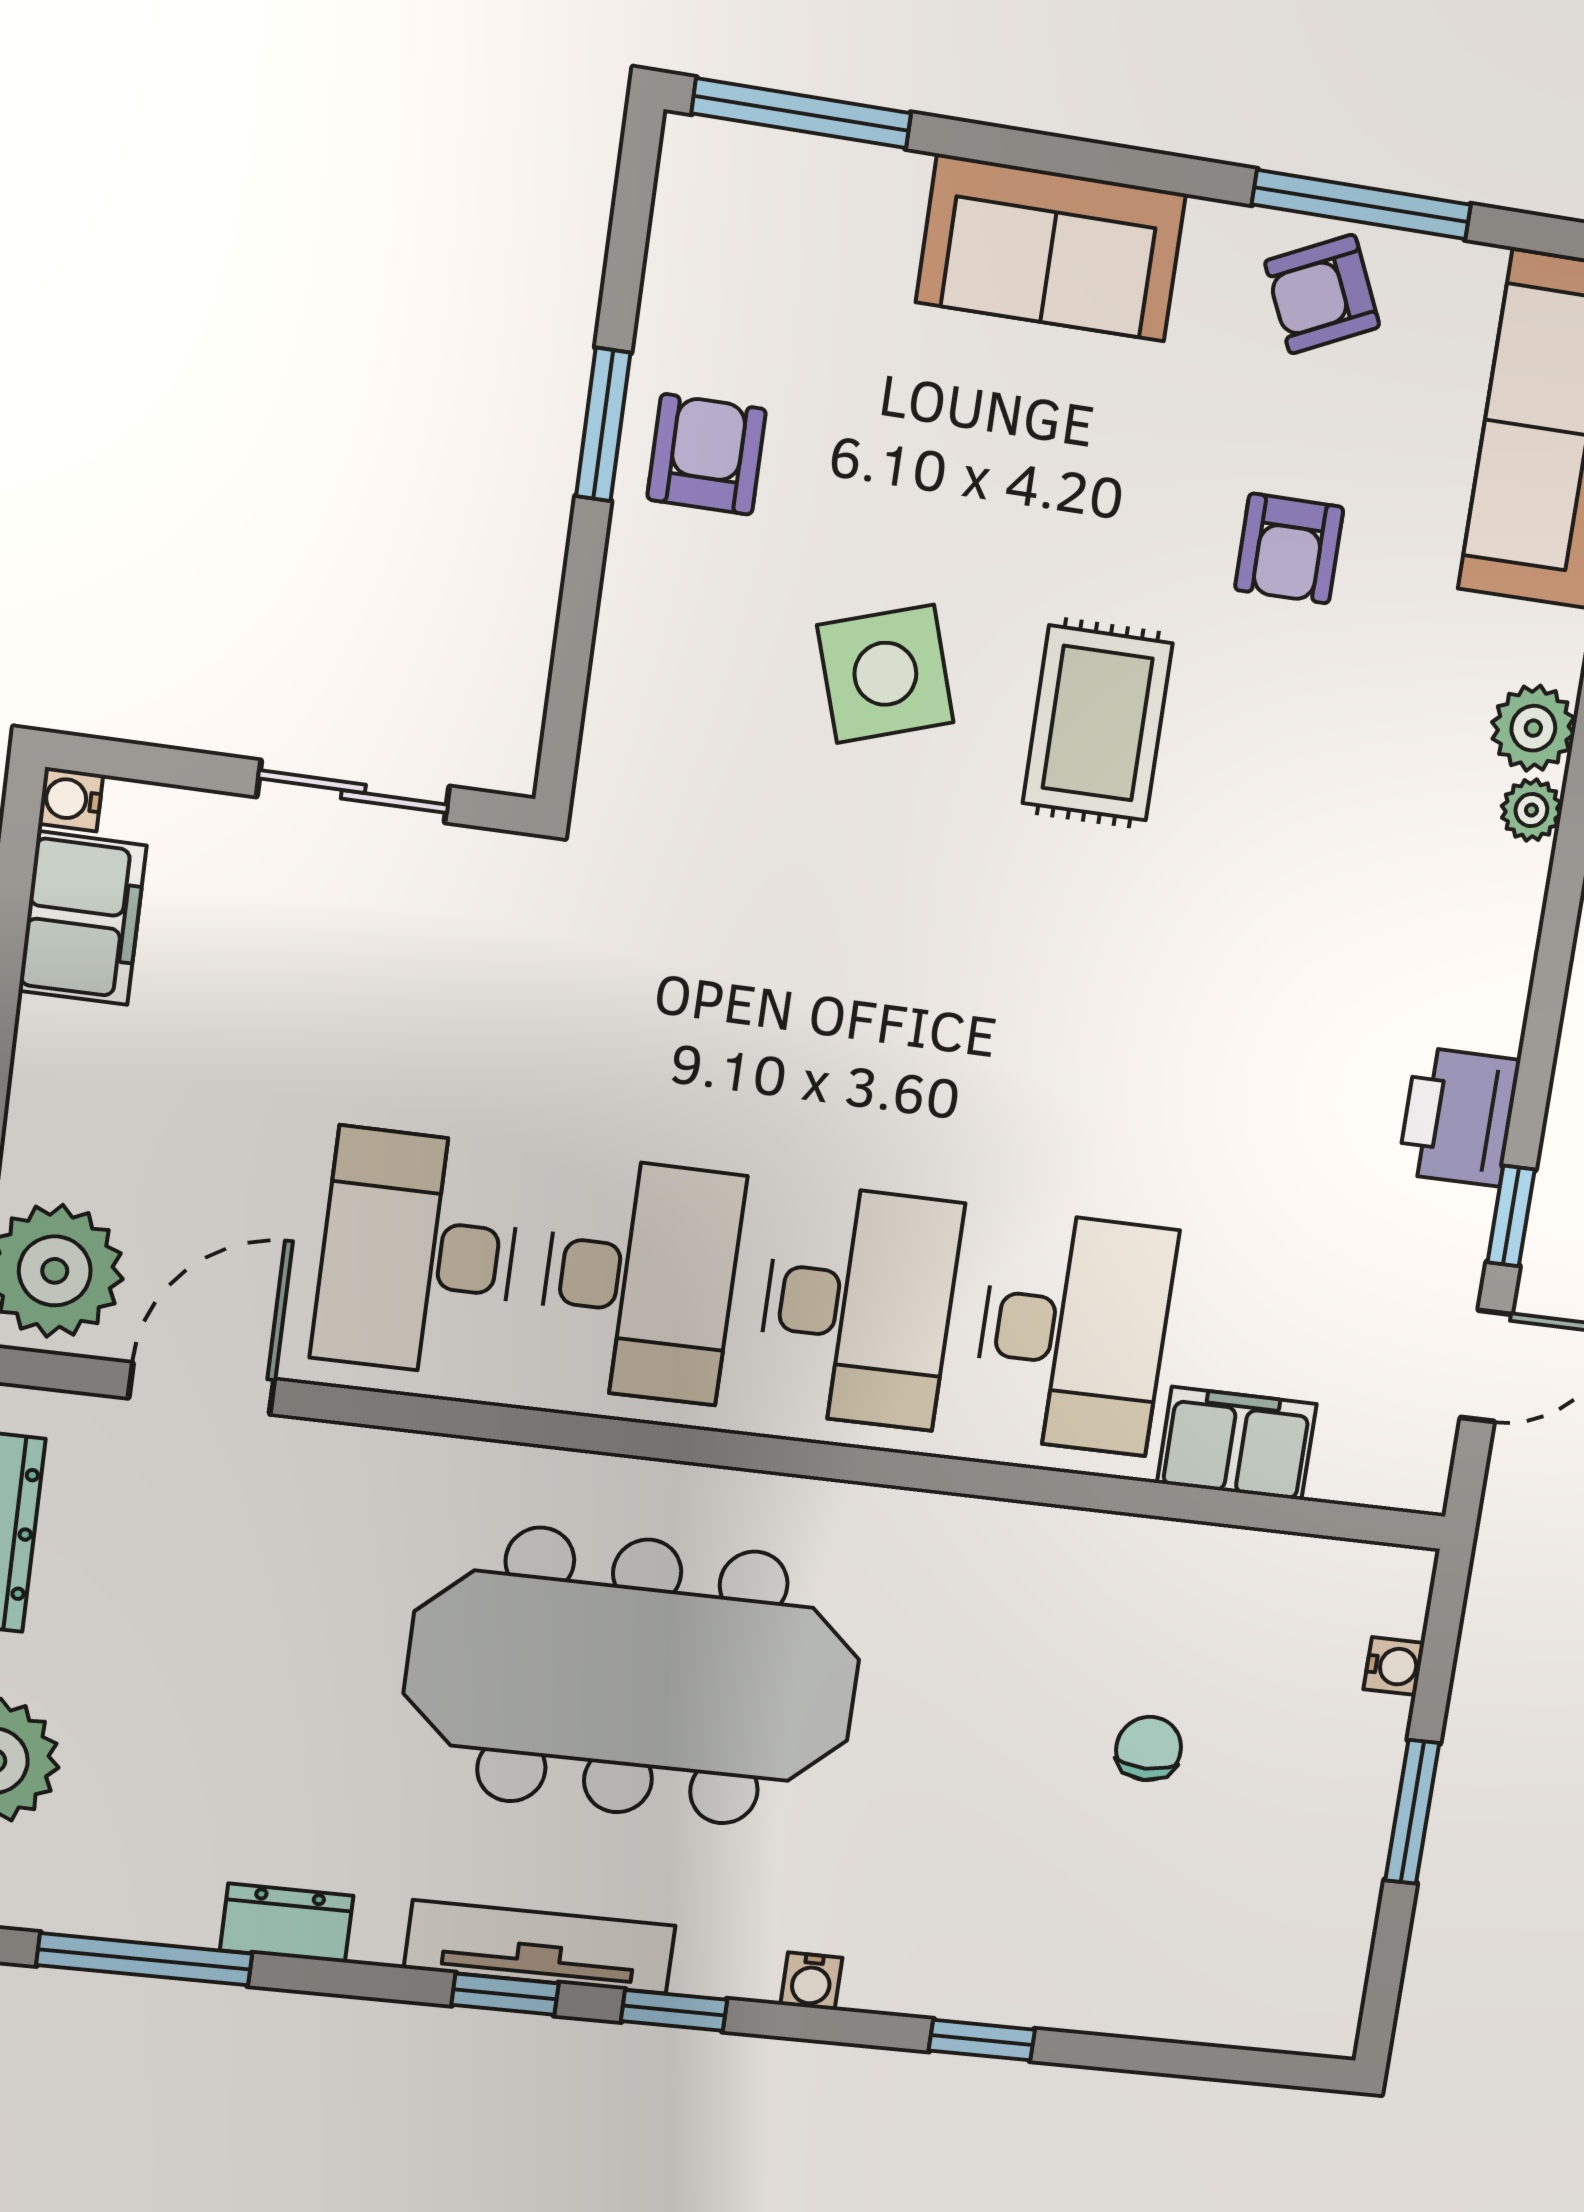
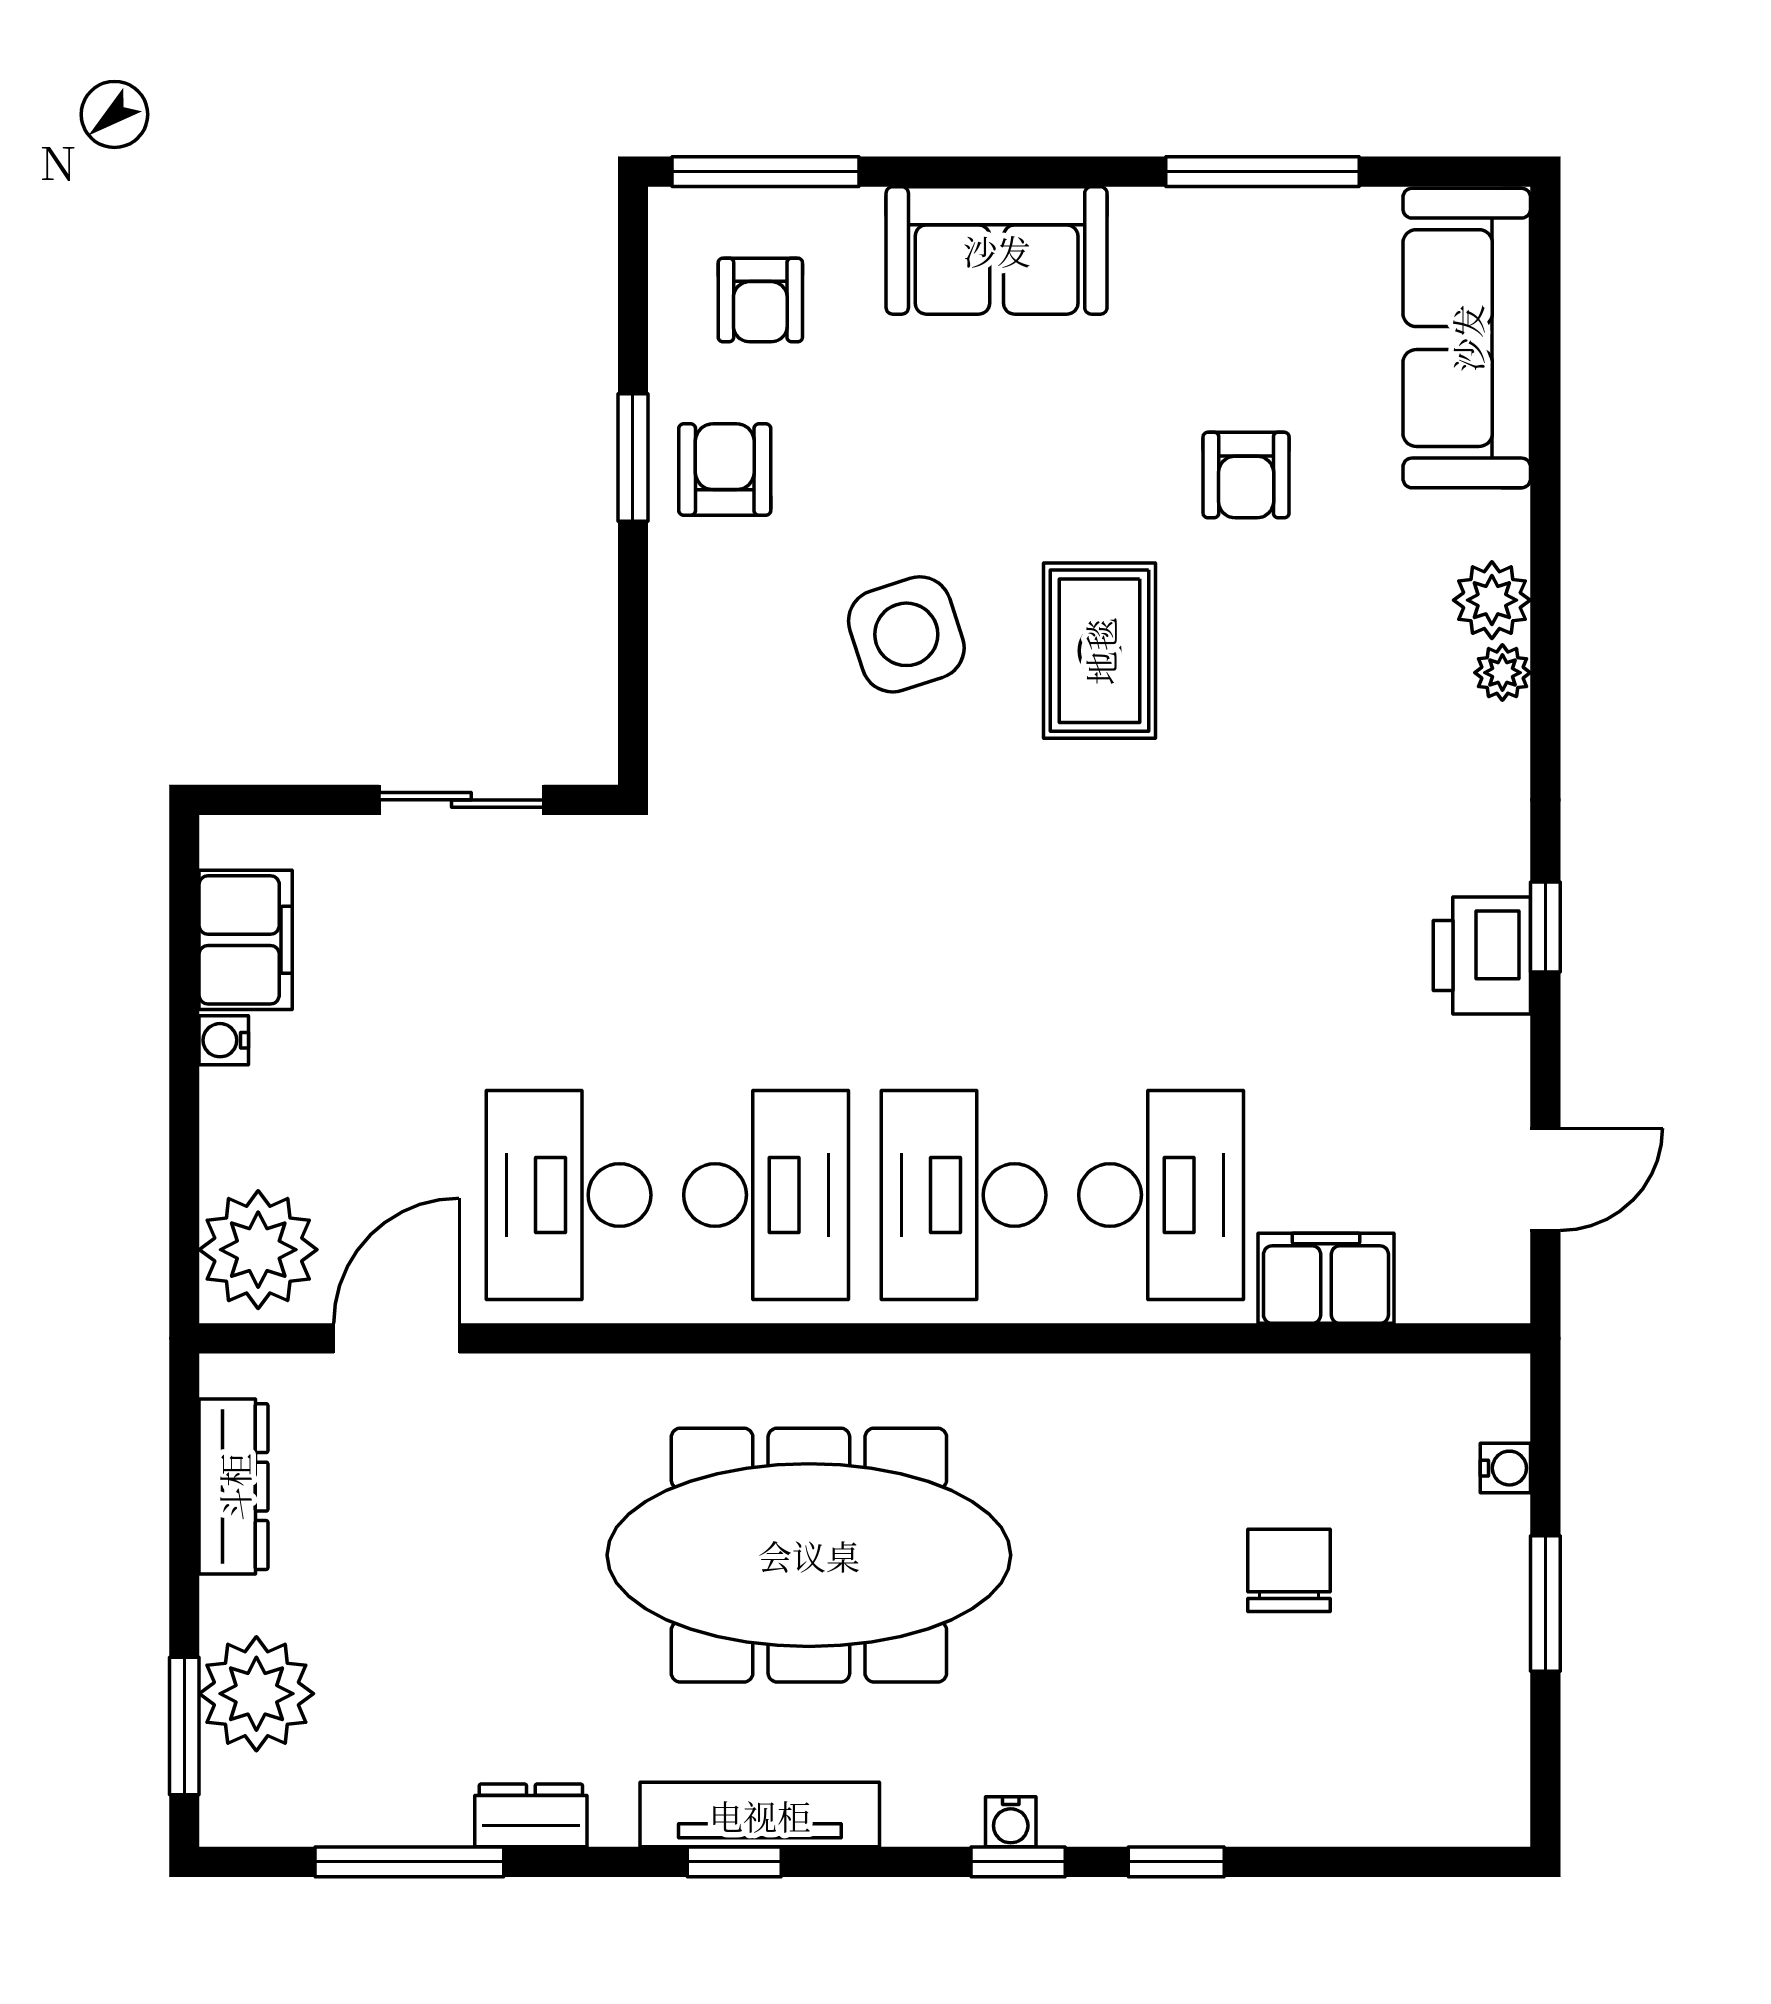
armchair: (1322, 294) -> (760, 300), moved, turned -65
water cooler: (71, 799) -> (224, 1040), moved
window: (1511, 1216) -> (1545, 927), moved
desk: (858, 1307) -> (964, 1195), turned 180
chair: (1149, 1748) -> (1289, 1570), width x1.37, depth x1.37
window: (674, 2010) -> (1018, 1862), moved

